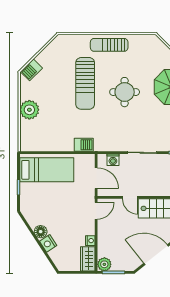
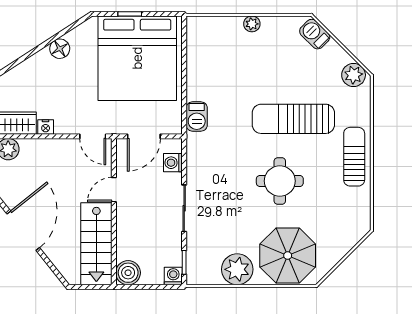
plant: (57, 45) -> (354, 75), added
plant: (29, 110) -> (252, 24), width x0.53, depth x0.53
bed: (47, 170) -> (137, 58), width x2.04
nightstand: (48, 243) -> (41, 60), removed

